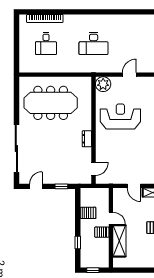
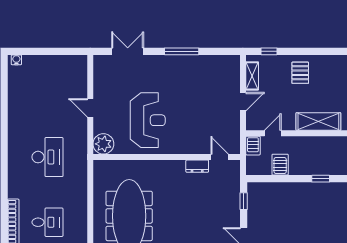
reception desk: (120, 116) -> (148, 120), turned 180
dresser: (87, 139) -> (197, 166), moved
door: (111, 218) -> (273, 133), moved
server rack: (102, 232) -> (253, 146), moved

